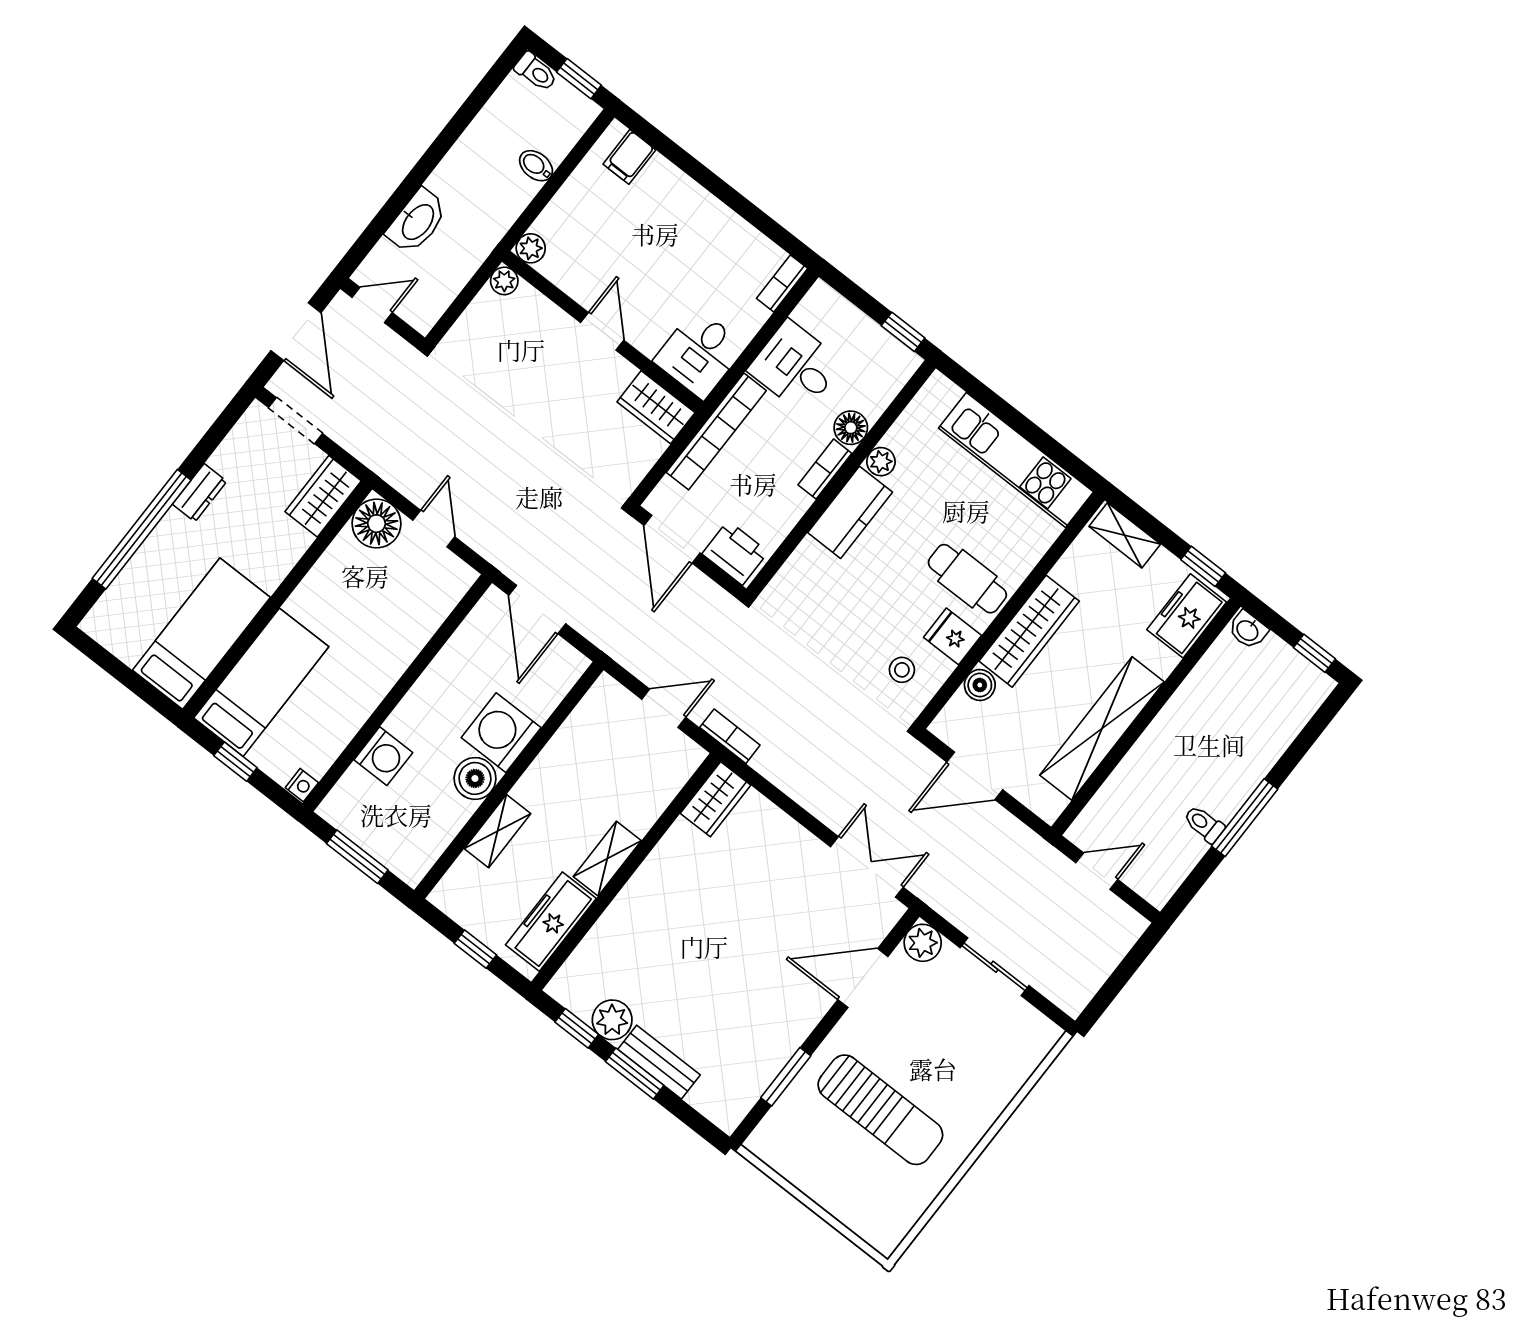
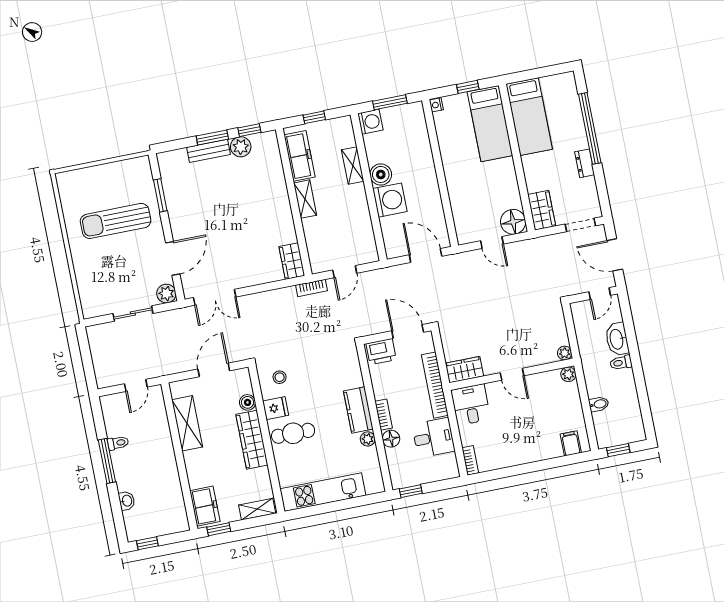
toilet: (536, 72) -> (621, 363), moved
washbasin: (1248, 630) -> (127, 501), moved, turned 90
shelving: (1102, 728) -> (187, 423), width x0.68
washing machine: (383, 756) -> (370, 122), moved, turned 180

